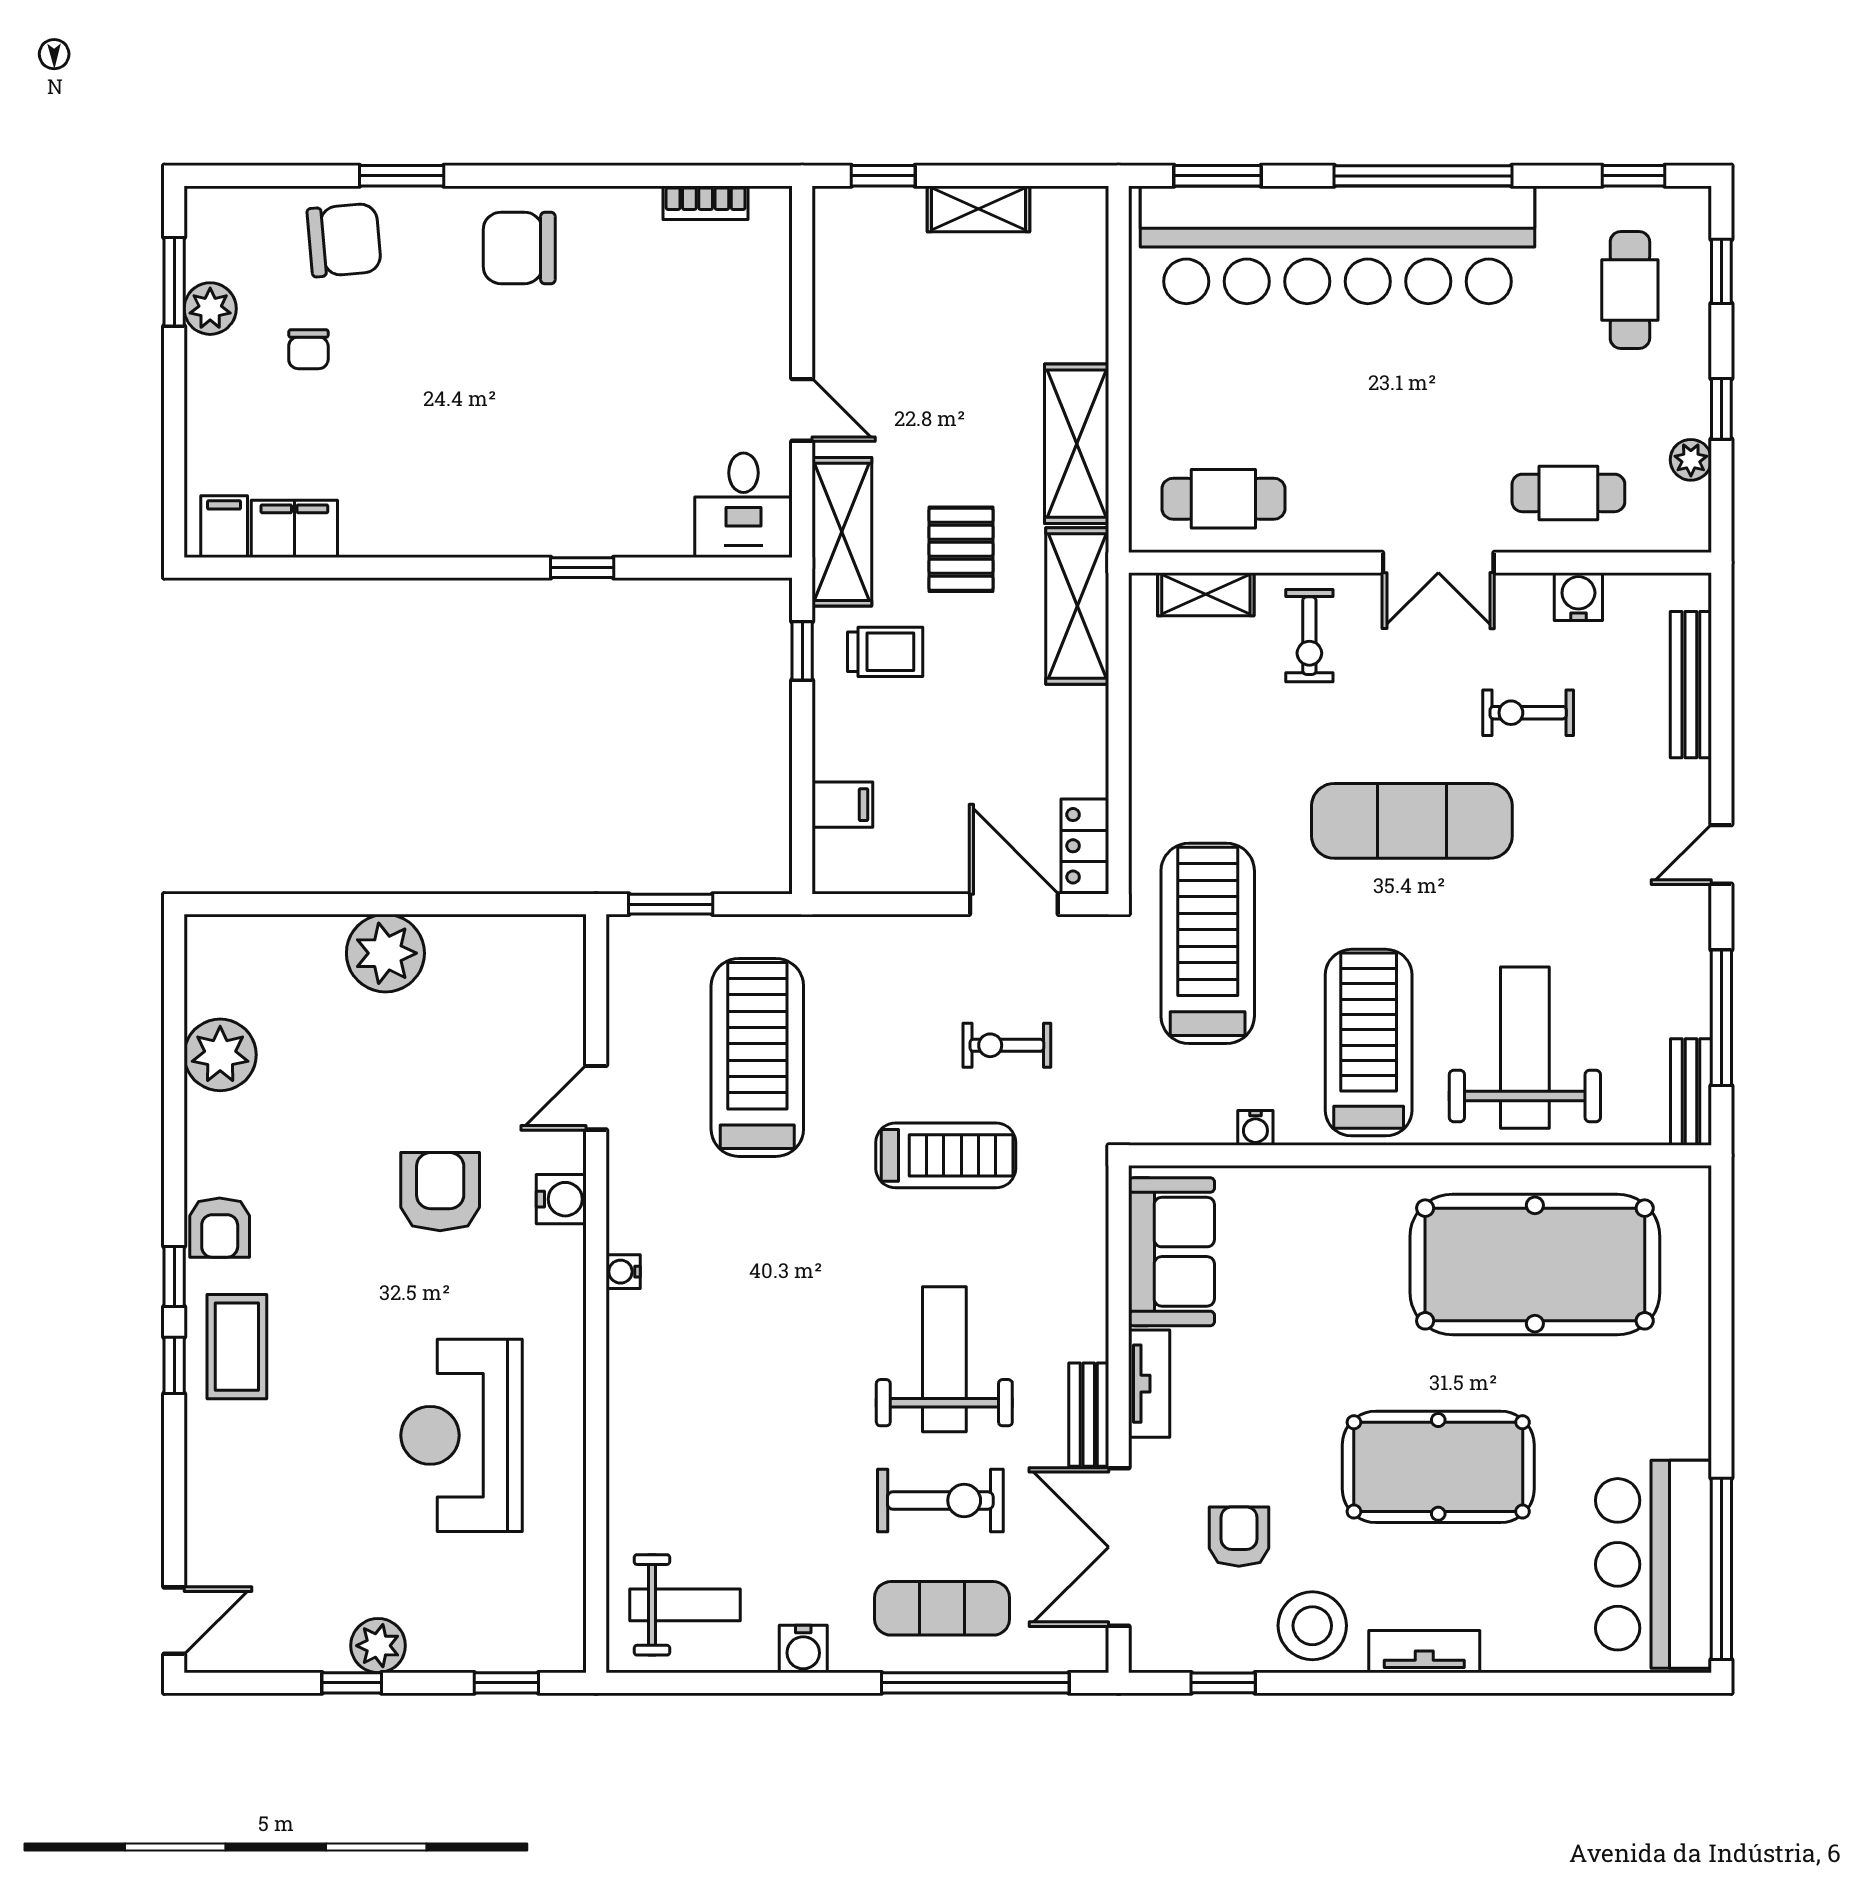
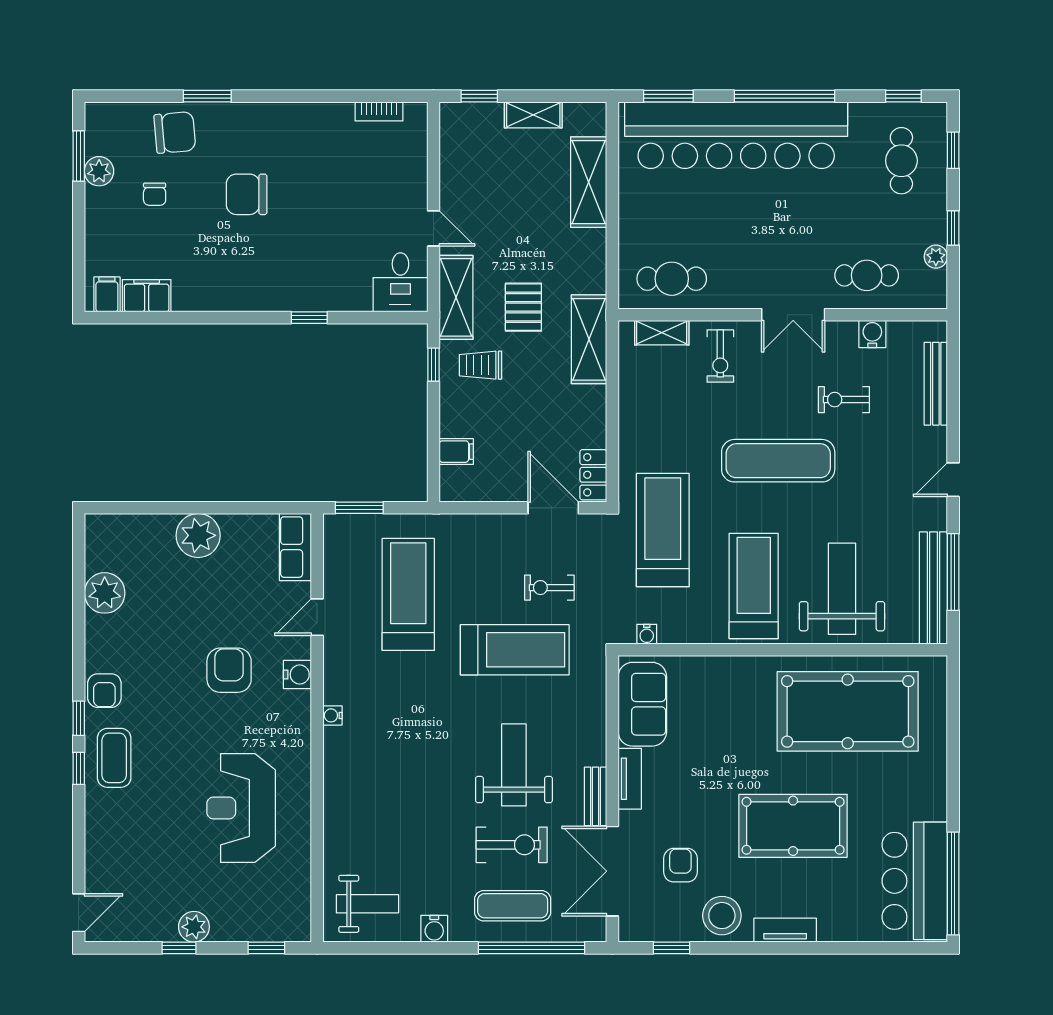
chair: (519, 248) -> (247, 194), moved
shelving: (1077, 444) -> (589, 182), moved
trolley: (885, 652) -> (481, 365), turned 180
row of seats: (558, 974) -> (295, 547), added
bench: (1691, 1092) -> (933, 588), width x1.86, depth x1.21
water cooler: (1255, 1128) -> (647, 634), moved
treadmill: (946, 1155) -> (515, 650), width x1.37, depth x1.38

